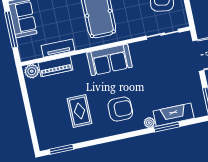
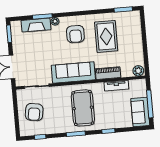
sofa: (109, 60) -> (73, 73), width x1.36
piano: (56, 66) -> (108, 73), moved
armchair: (120, 109) -> (75, 34), turned -90
rug: (80, 111) -> (106, 36), width x1.36, depth x1.43

